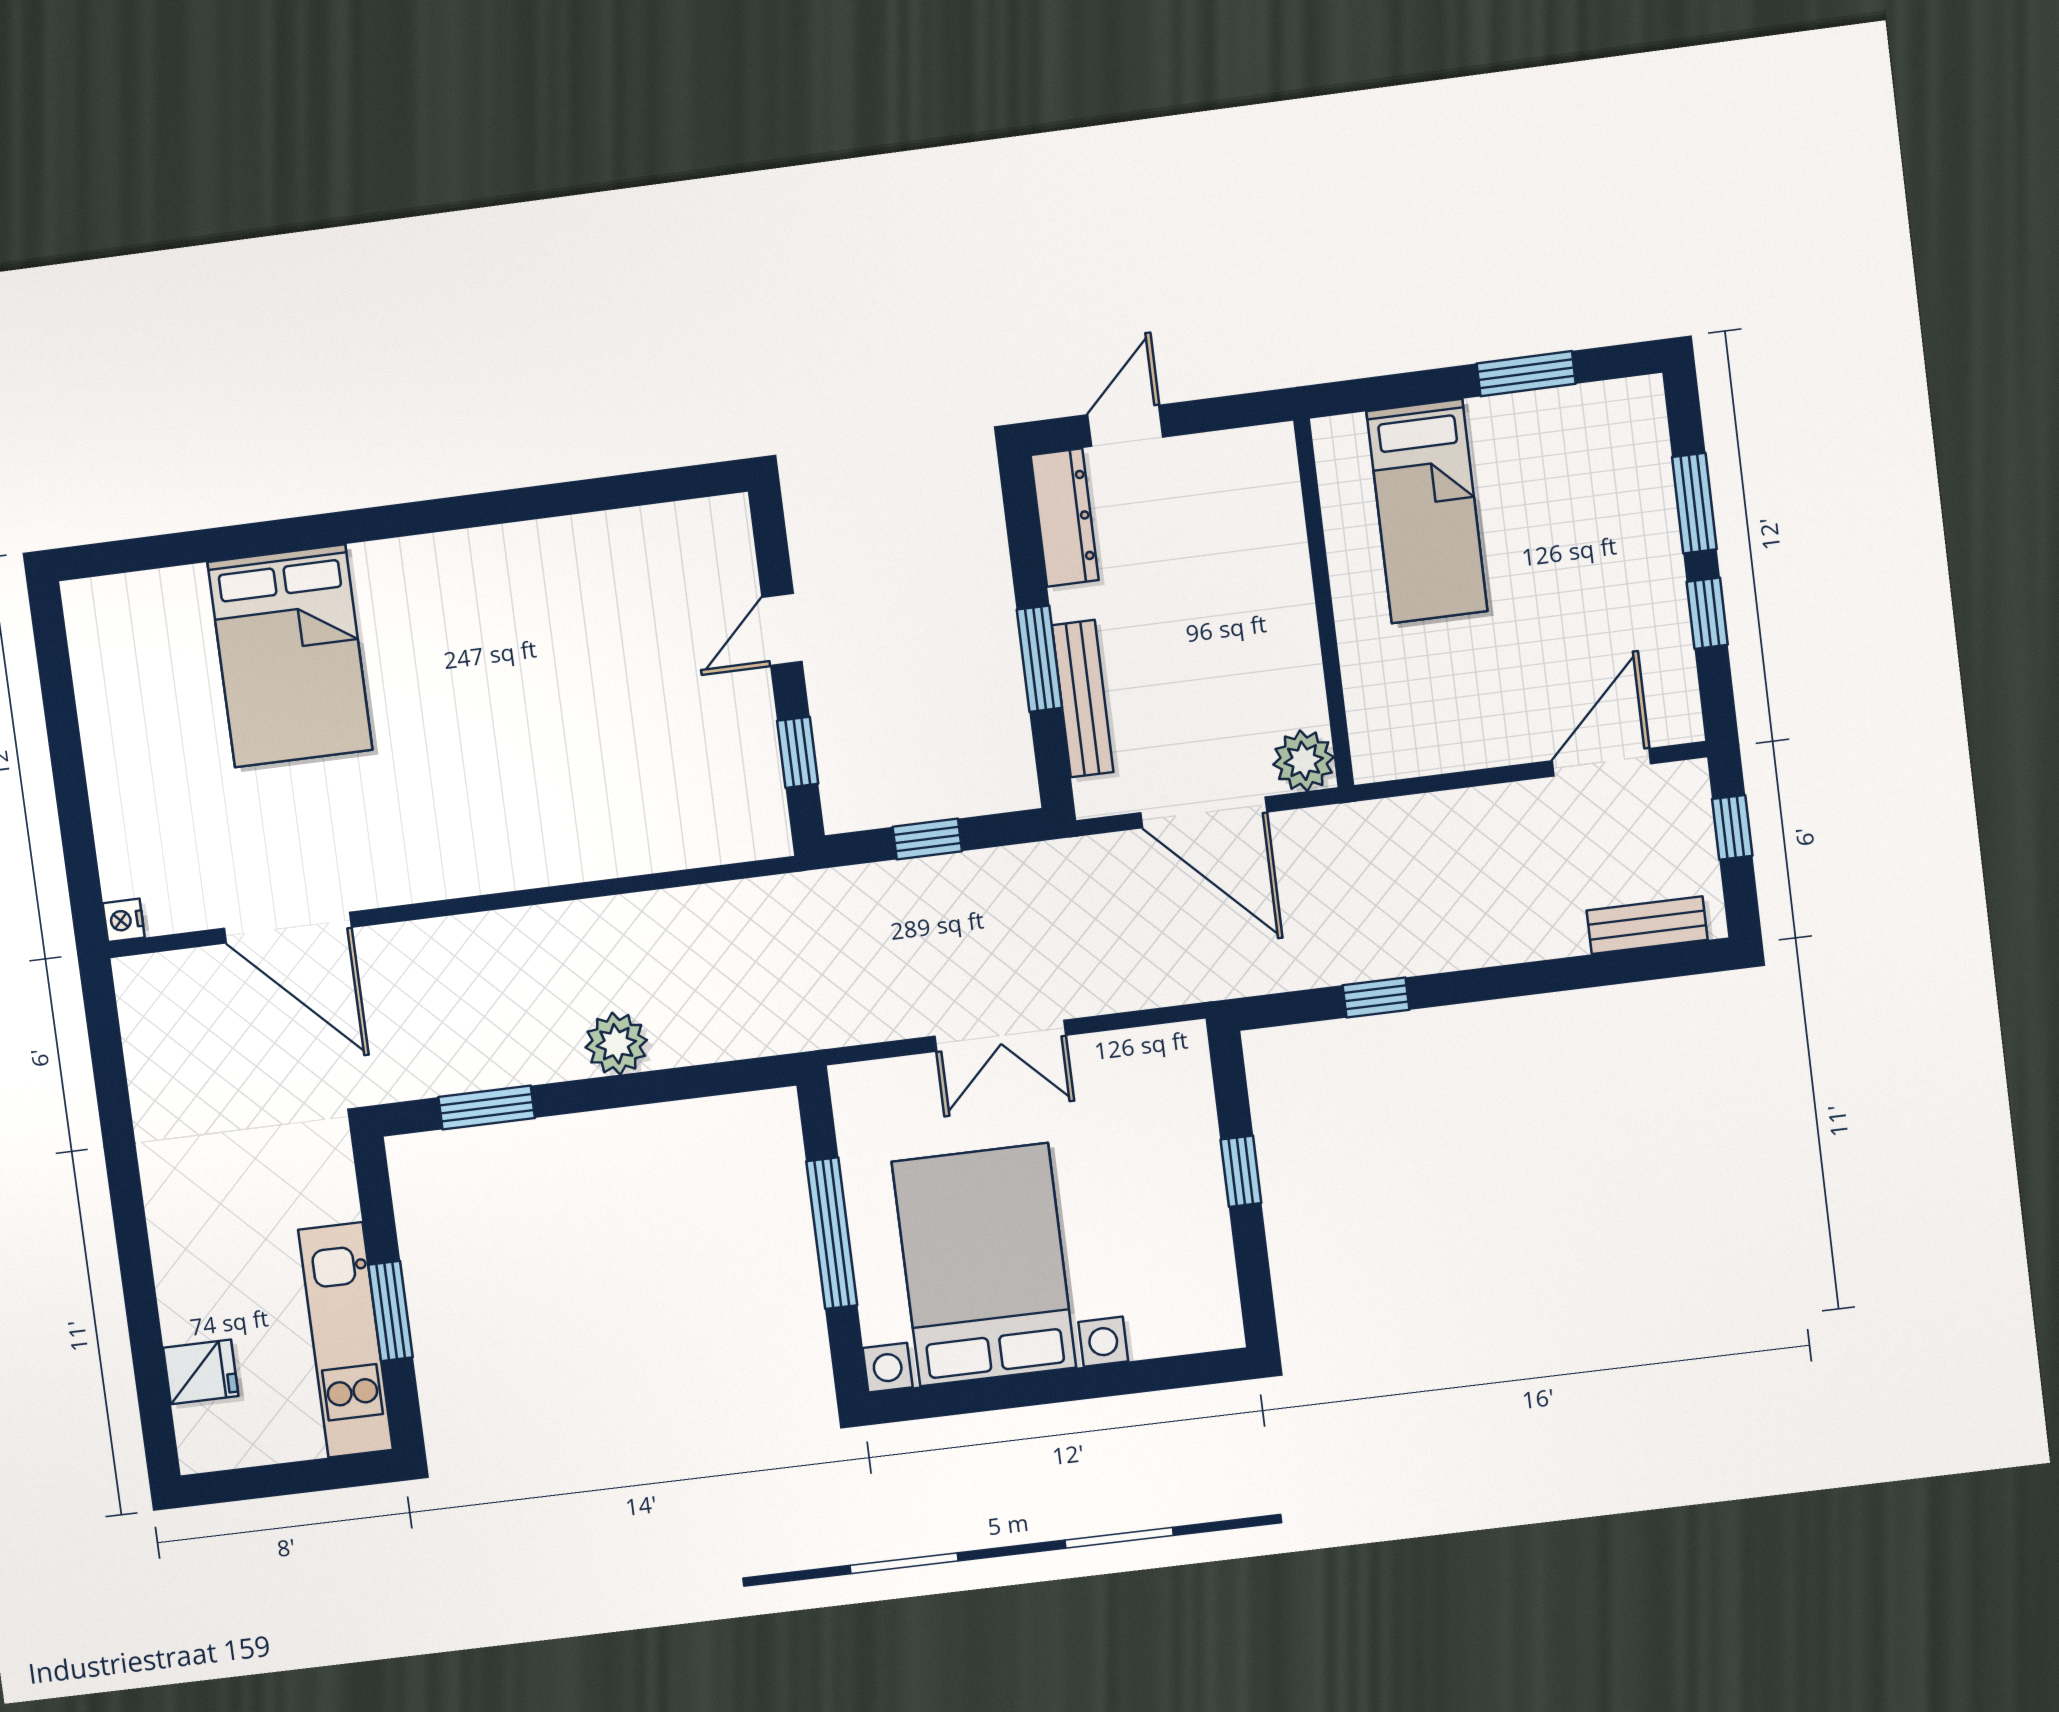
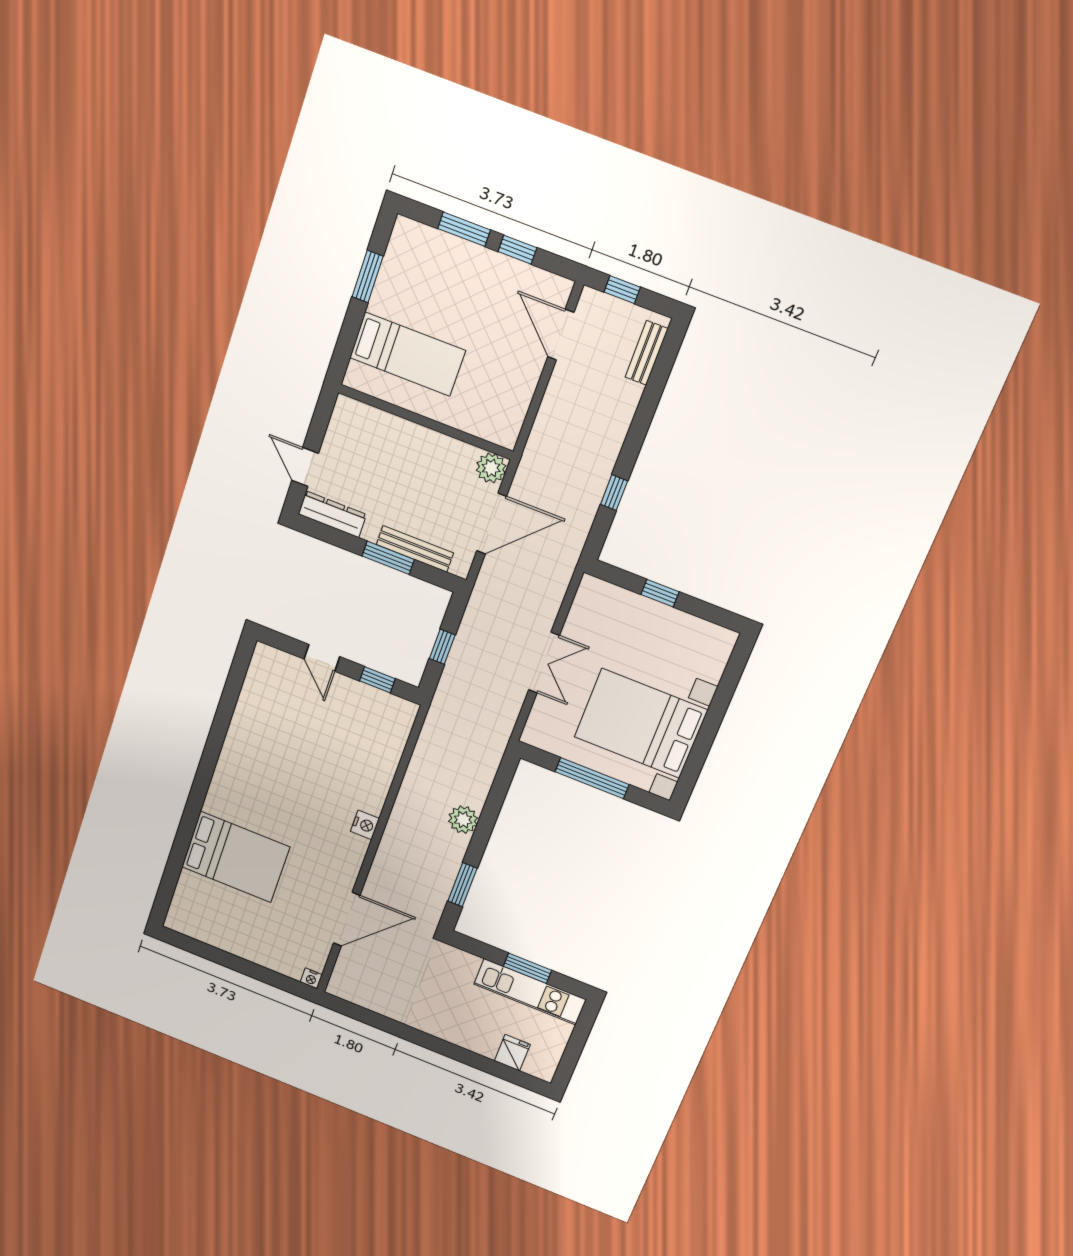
nightstand: (499, 869) -> (365, 825), added

